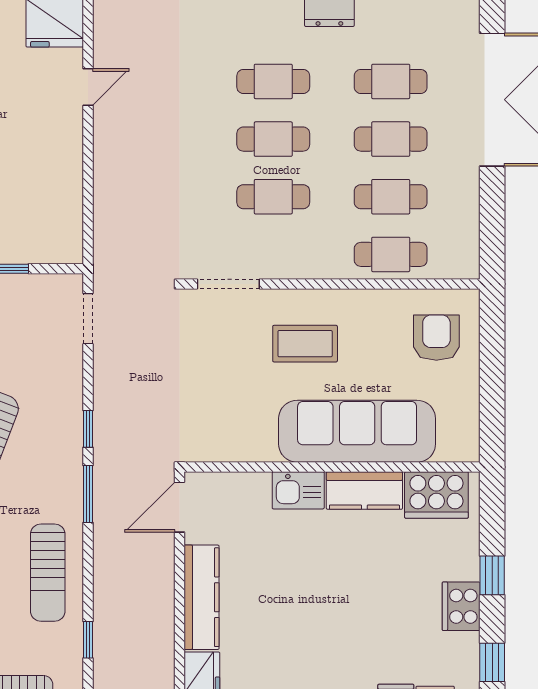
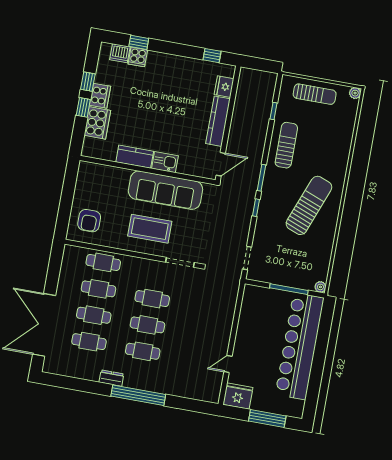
coffee table: (305, 344) -> (150, 229), width x1.36, depth x1.32
sofa: (357, 431) -> (165, 190), moved
cooker: (436, 495) -> (97, 123), moved, turned 90
window: (492, 662) -> (88, 82), moved

